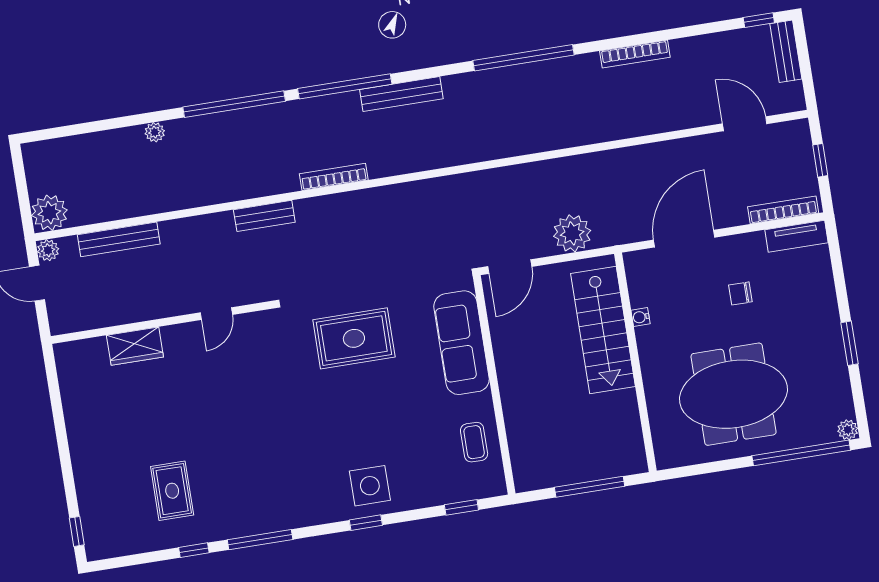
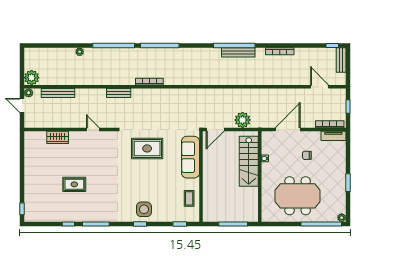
bench: (401, 94) -> (238, 52), moved
door: (216, 314) -> (93, 129), swing flipped
rug: (172, 491) -> (74, 184), moved, turned 90

